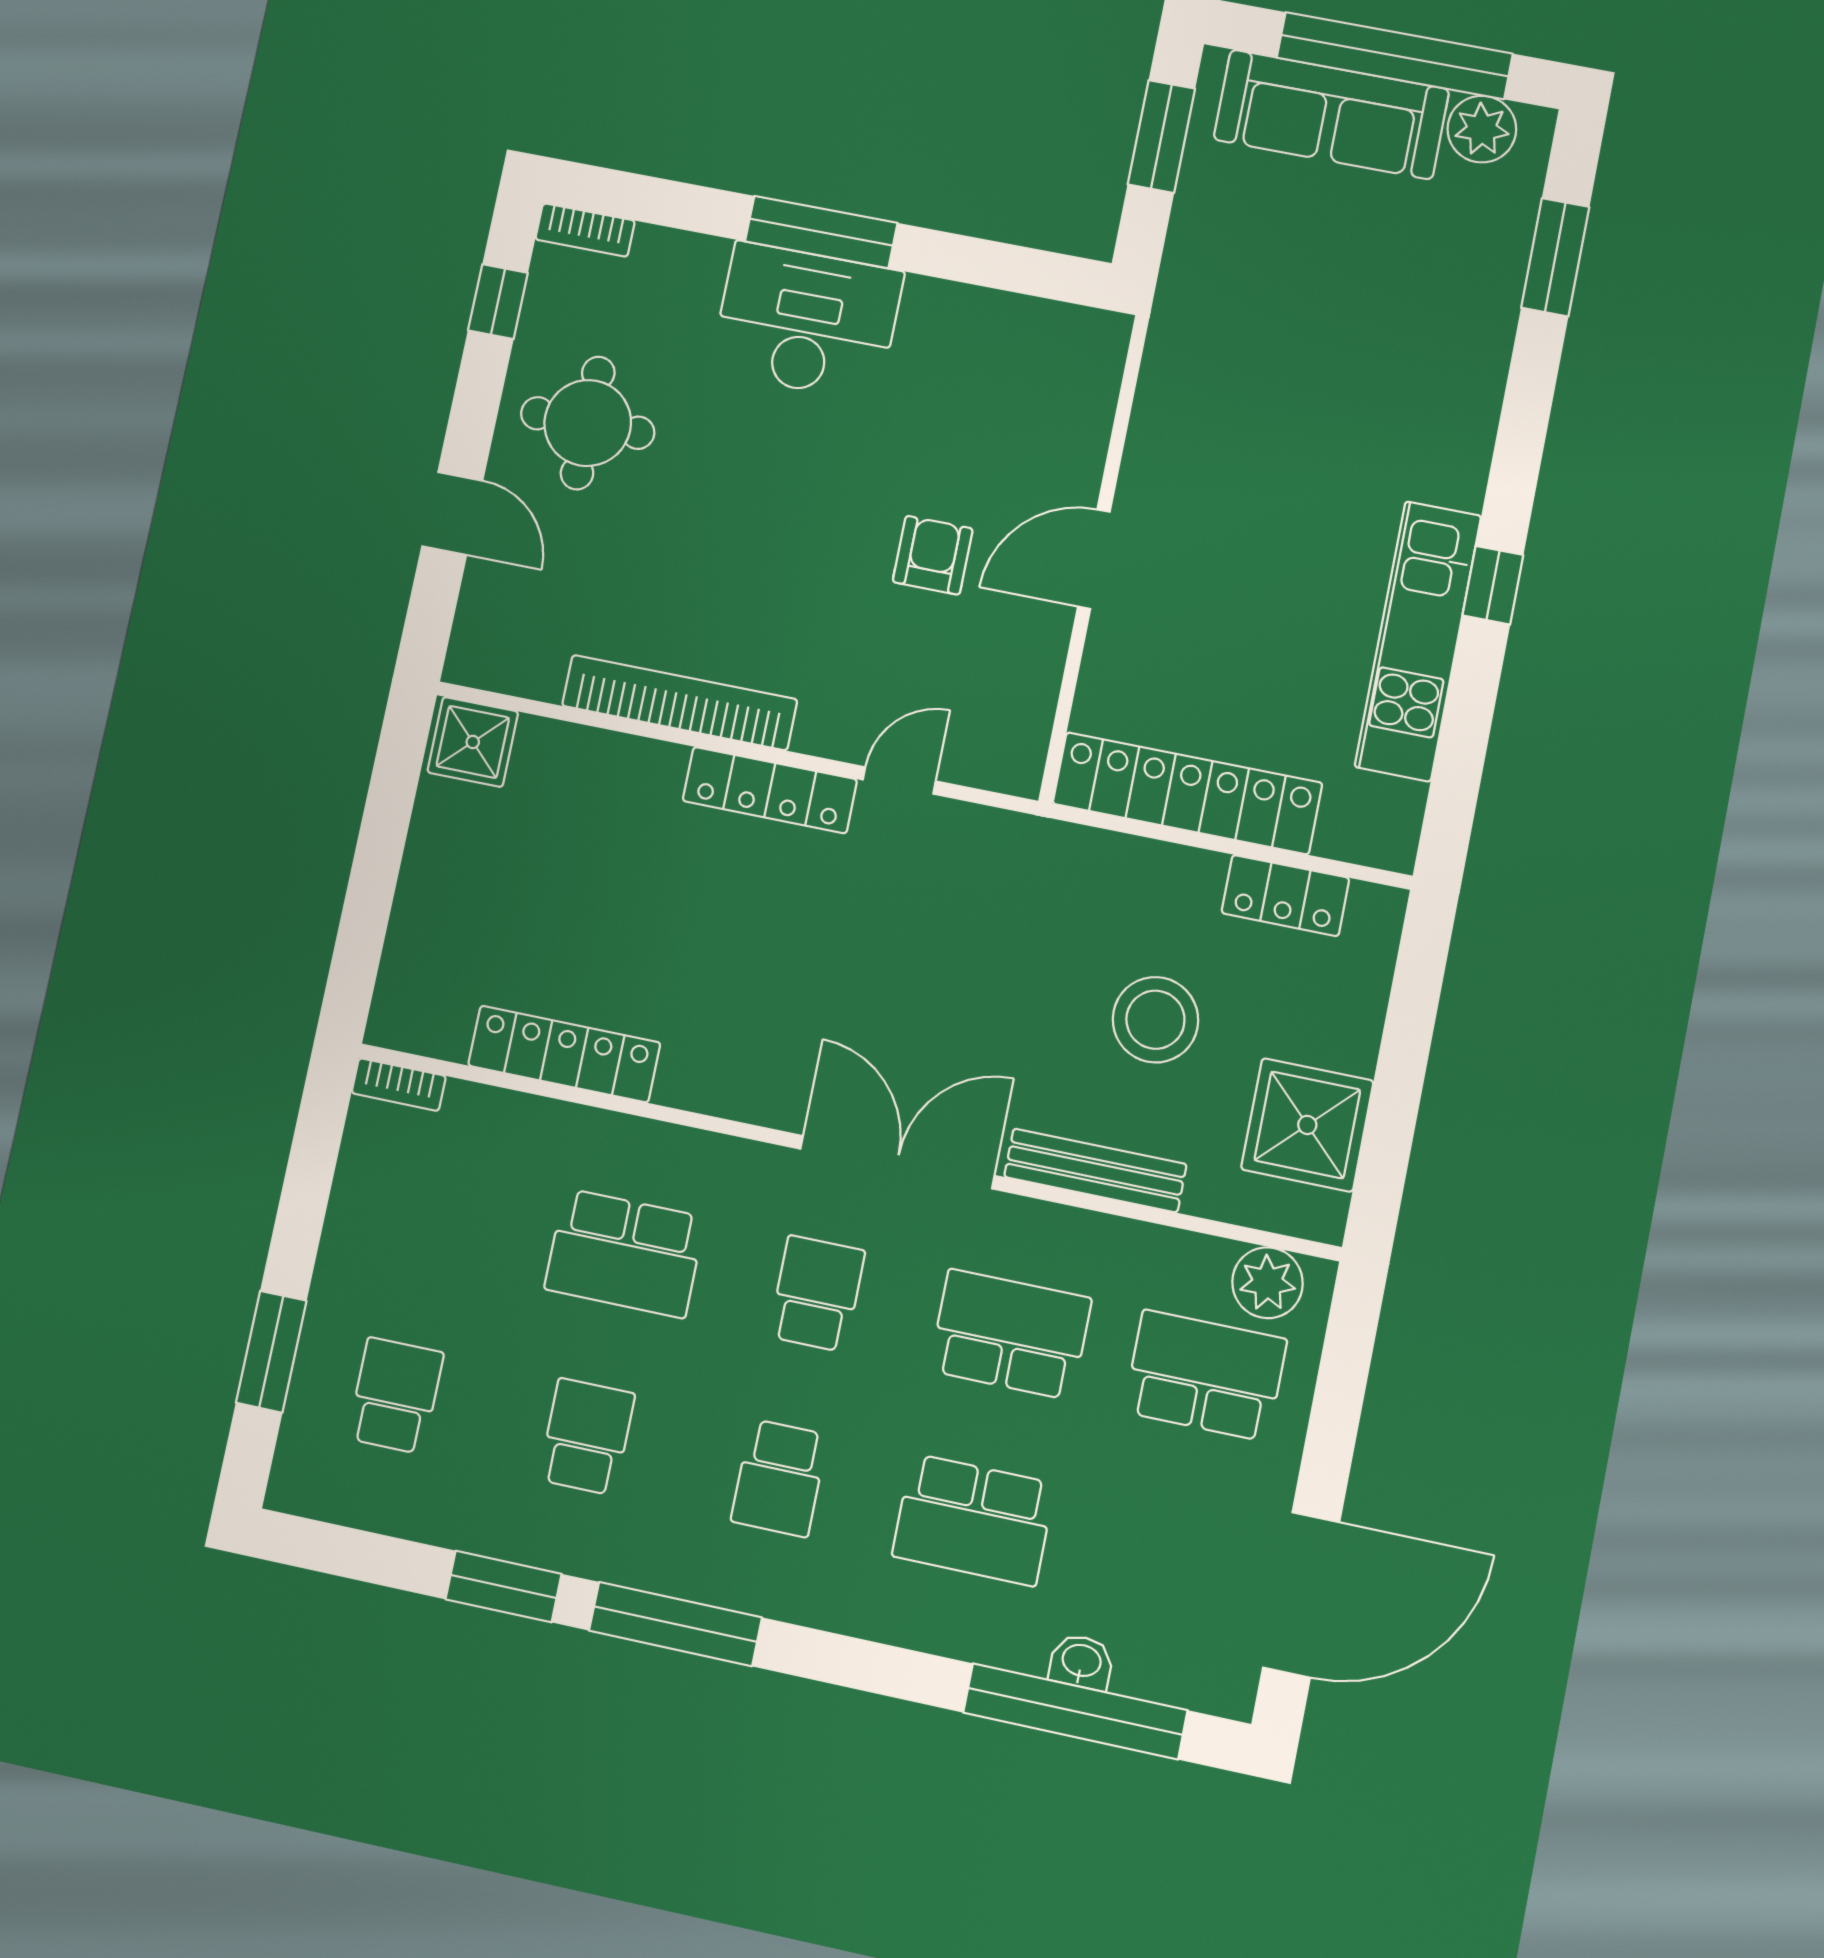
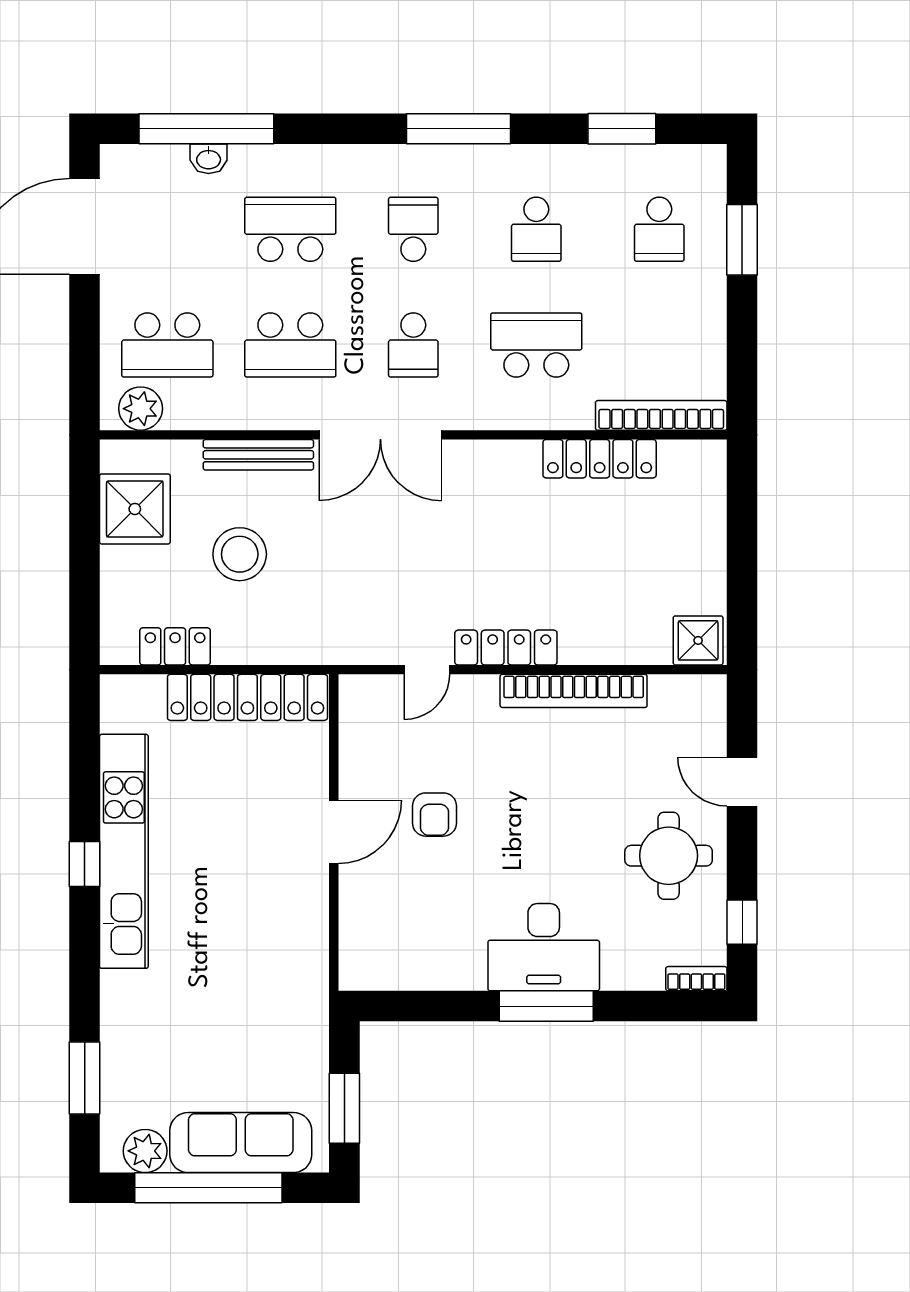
kitchen unit: (1418, 641) -> (124, 851), width x1.36
bookcase: (399, 1085) -> (661, 415), width x2.31, depth x1.31
window: (504, 1587) -> (622, 129), moved

